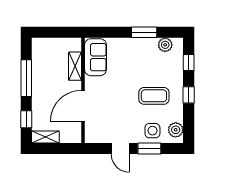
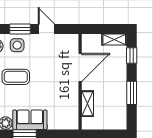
sofa: (95, 57) -> (30, 120), moved, turned 90
window: (26, 78) -> (132, 93), width x0.69

